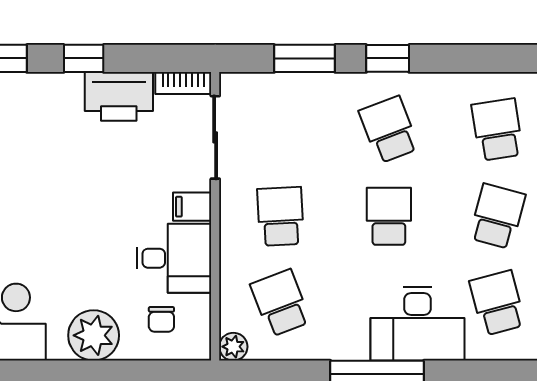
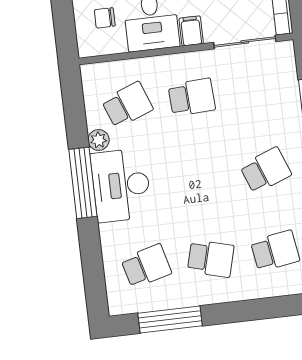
school desk: (389, 216) -> (201, 178), removed
desk: (418, 324) -> (121, 185), moved
plant: (233, 347) -> (99, 140), moved

